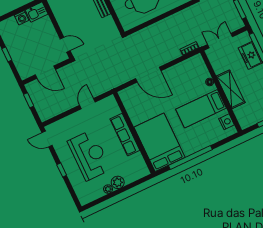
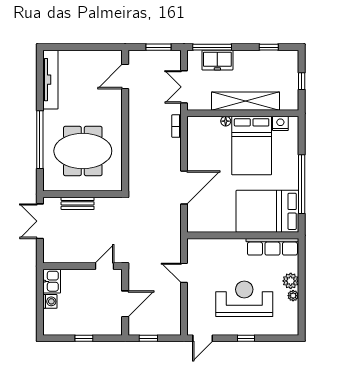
shelving: (231, 89) -> (246, 101), width x1.47
bed: (201, 109) -> (252, 146), width x1.50
row of seats: (125, 135) -> (272, 247), moved

